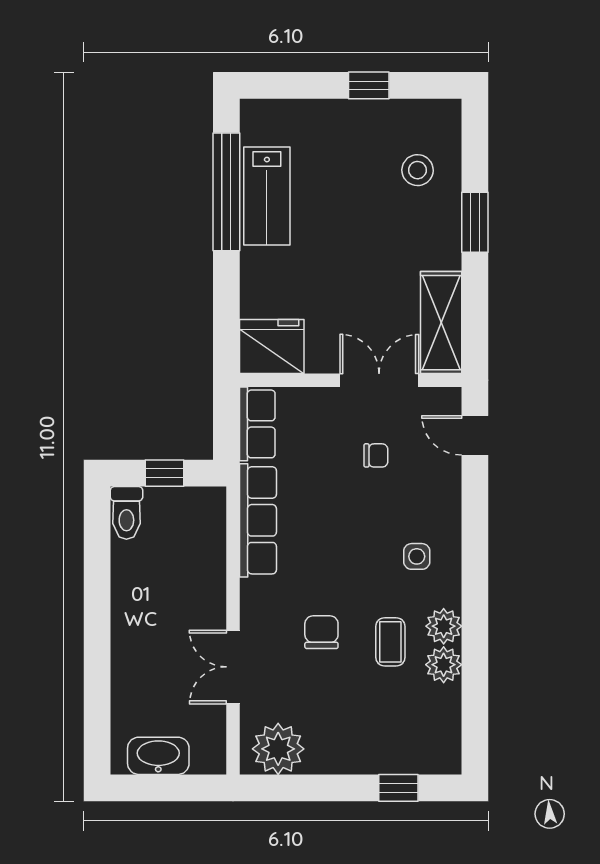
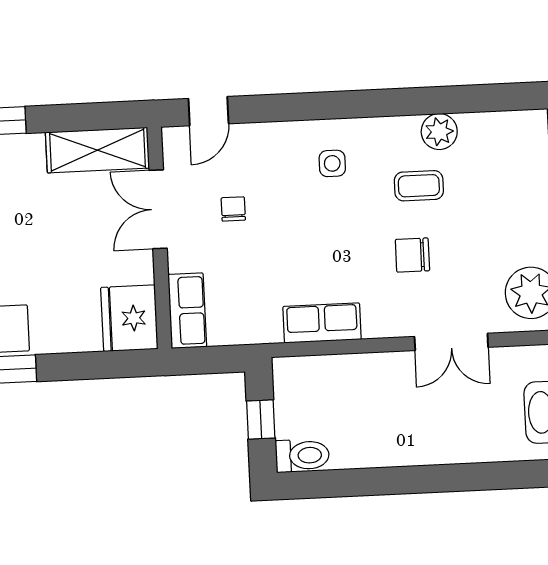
row of seats: (257, 424) -> (187, 311), moved, turned 90
row of seats: (258, 520) -> (322, 323), width x0.68
plant: (444, 626) -> (401, 133), removed

